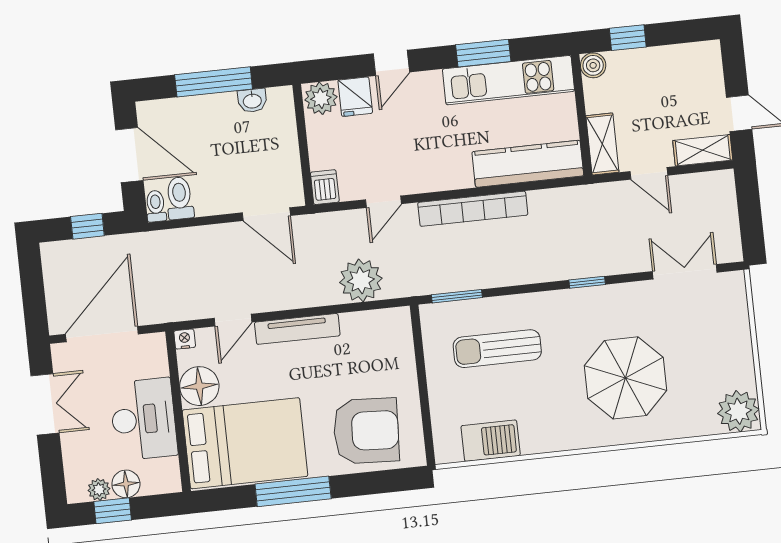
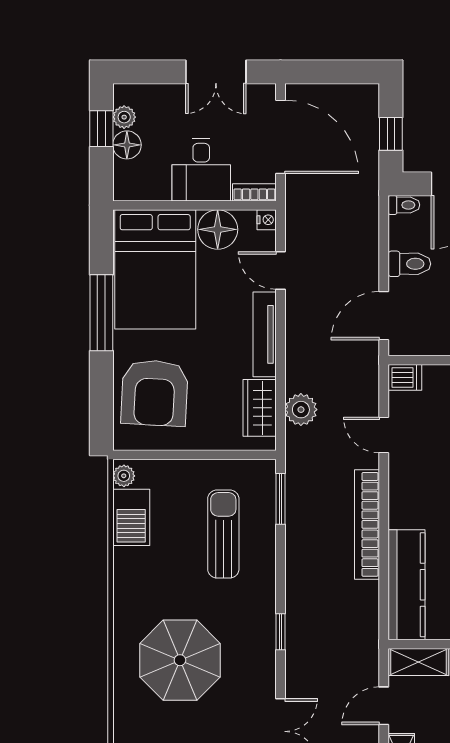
toilet: (180, 198) -> (409, 264), moved
plant: (361, 280) -> (301, 410), width x0.73, depth x0.73
wardrobe: (370, 326) -> (260, 408), added
bookcase: (159, 354) -> (254, 192), added
desk: (143, 419) -> (201, 170), width x0.73
plant: (451, 452) -> (124, 476), added

